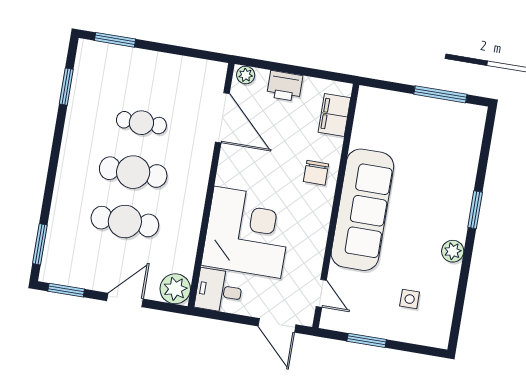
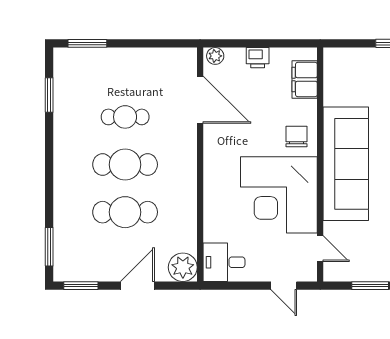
printer: (285, 86) -> (258, 58), width x0.73, depth x0.81
chair: (316, 173) -> (297, 136), turned 180
corner desk: (247, 232) -> (279, 195), moved, turned 180
door: (277, 325) -> (284, 286), width x0.73

